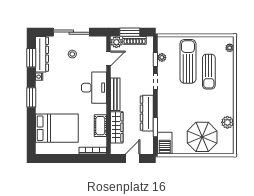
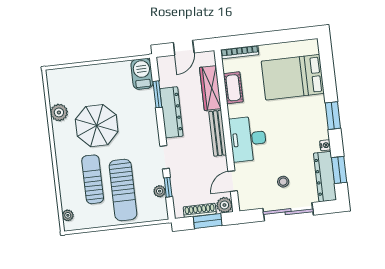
parasol: (202, 137) -> (97, 126), moved

